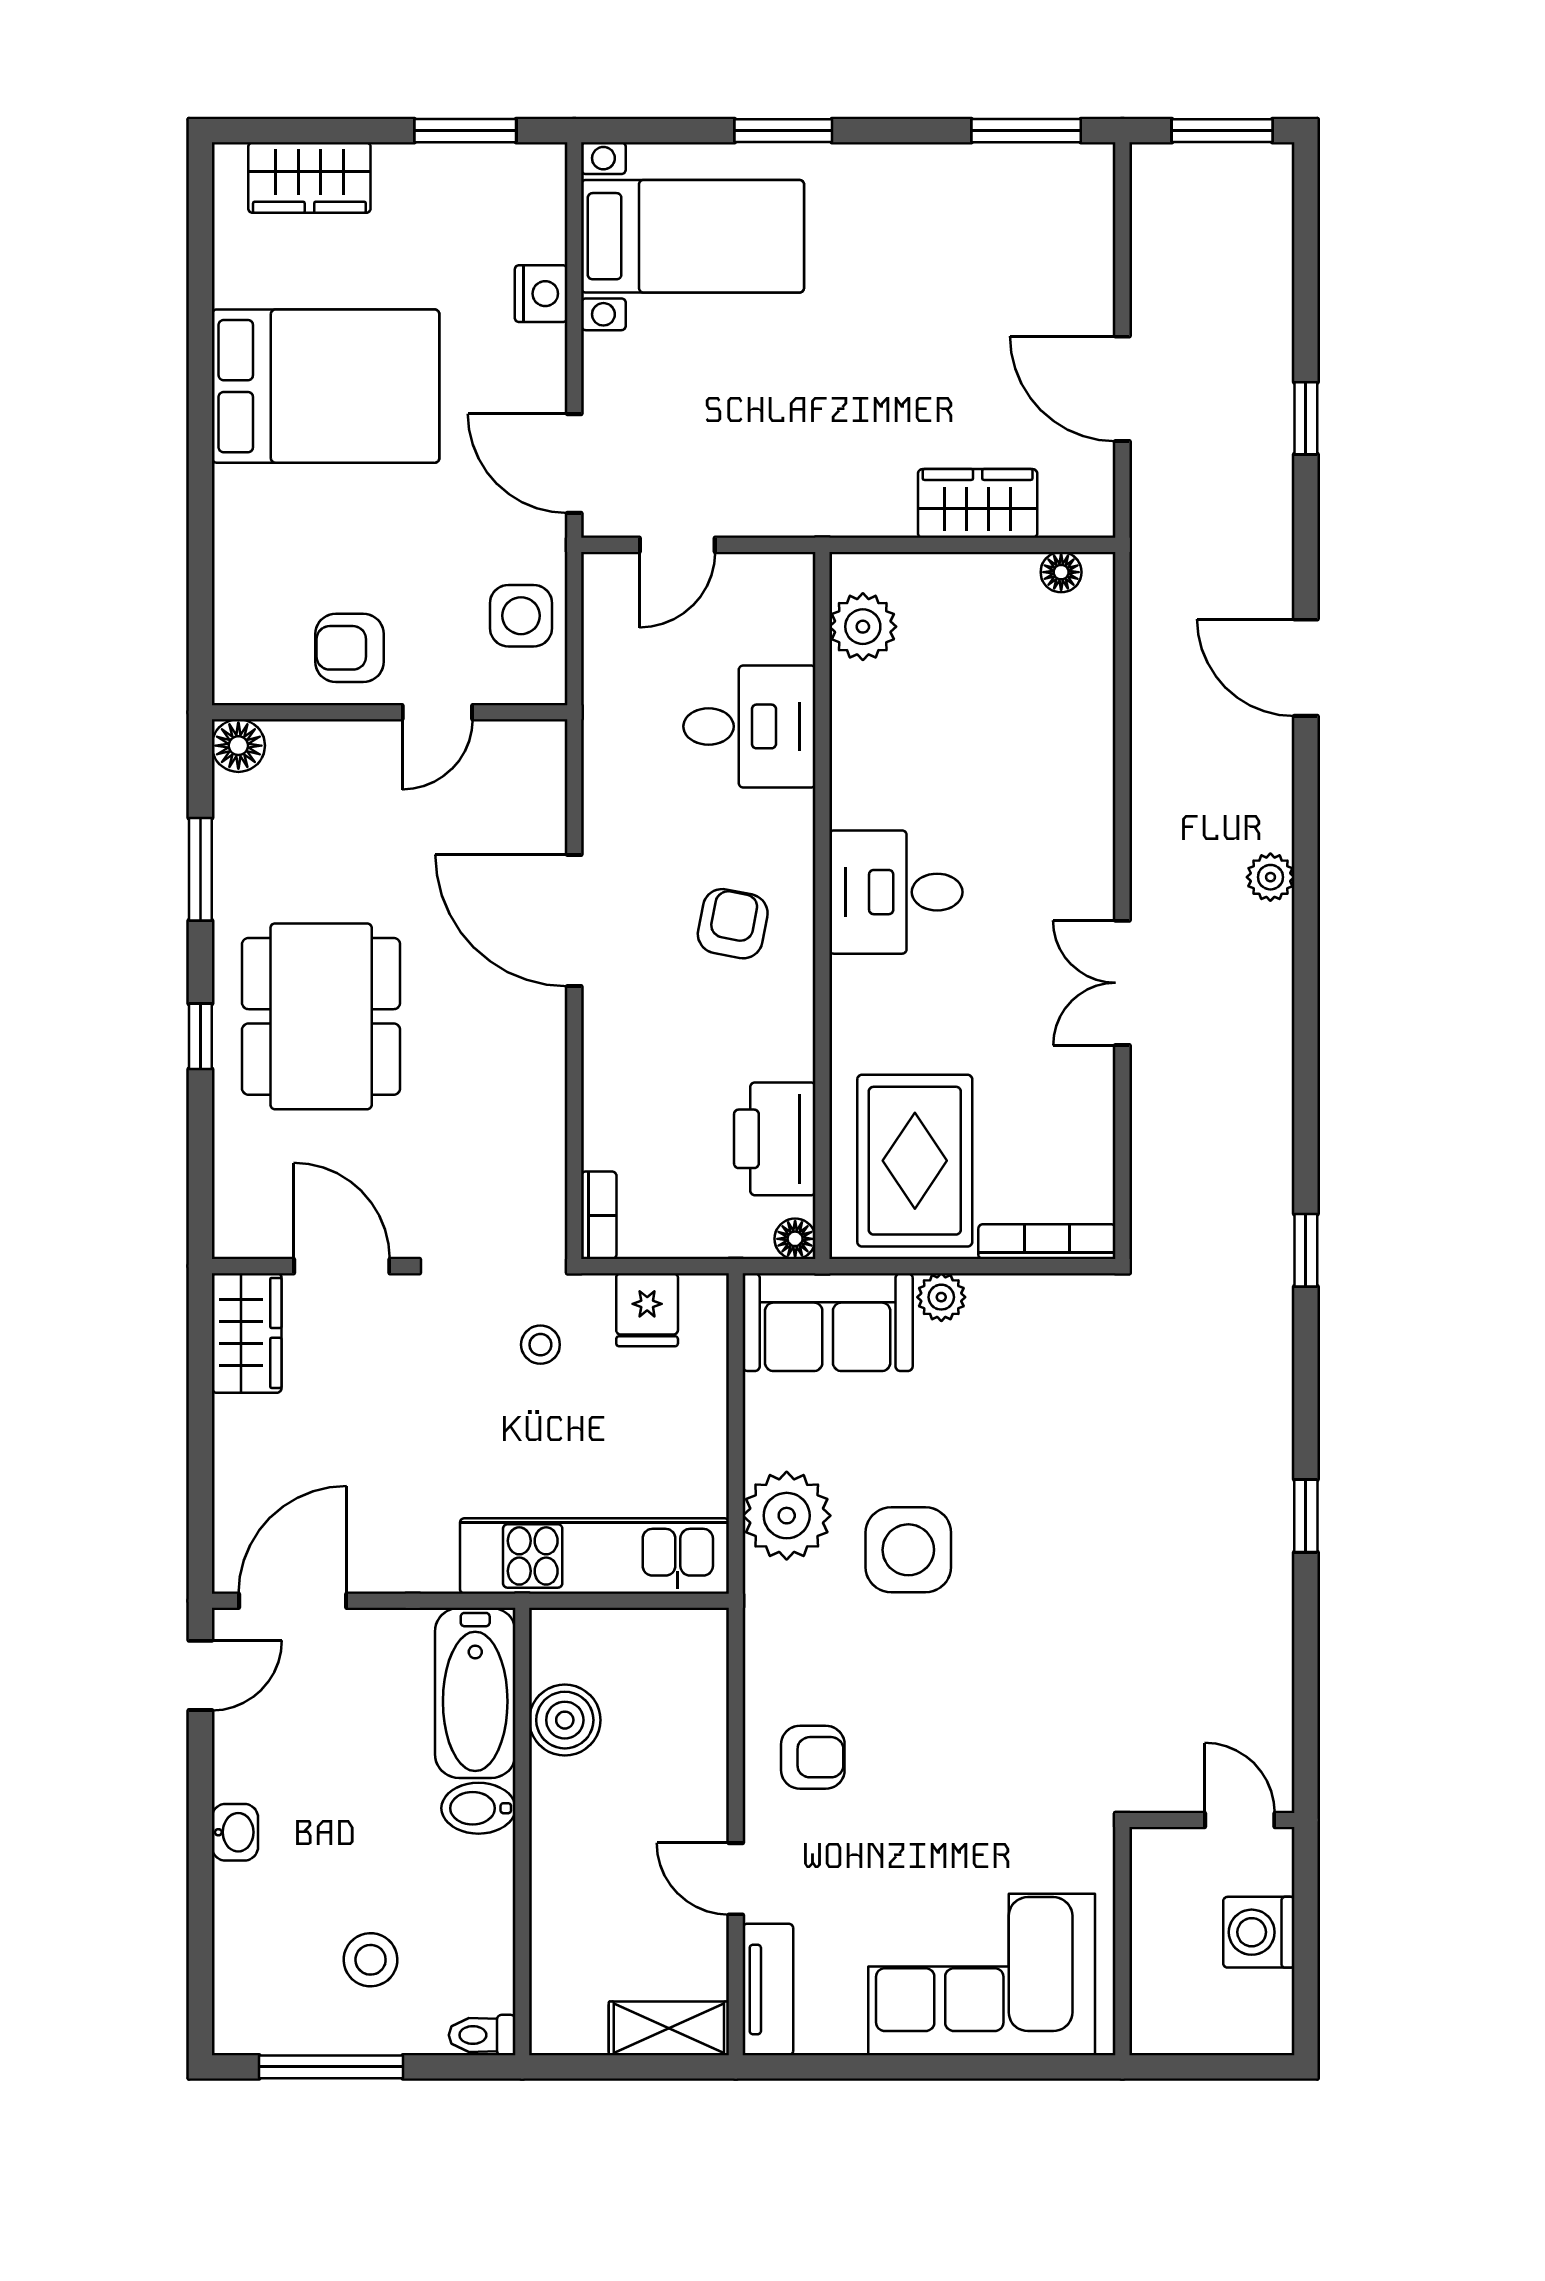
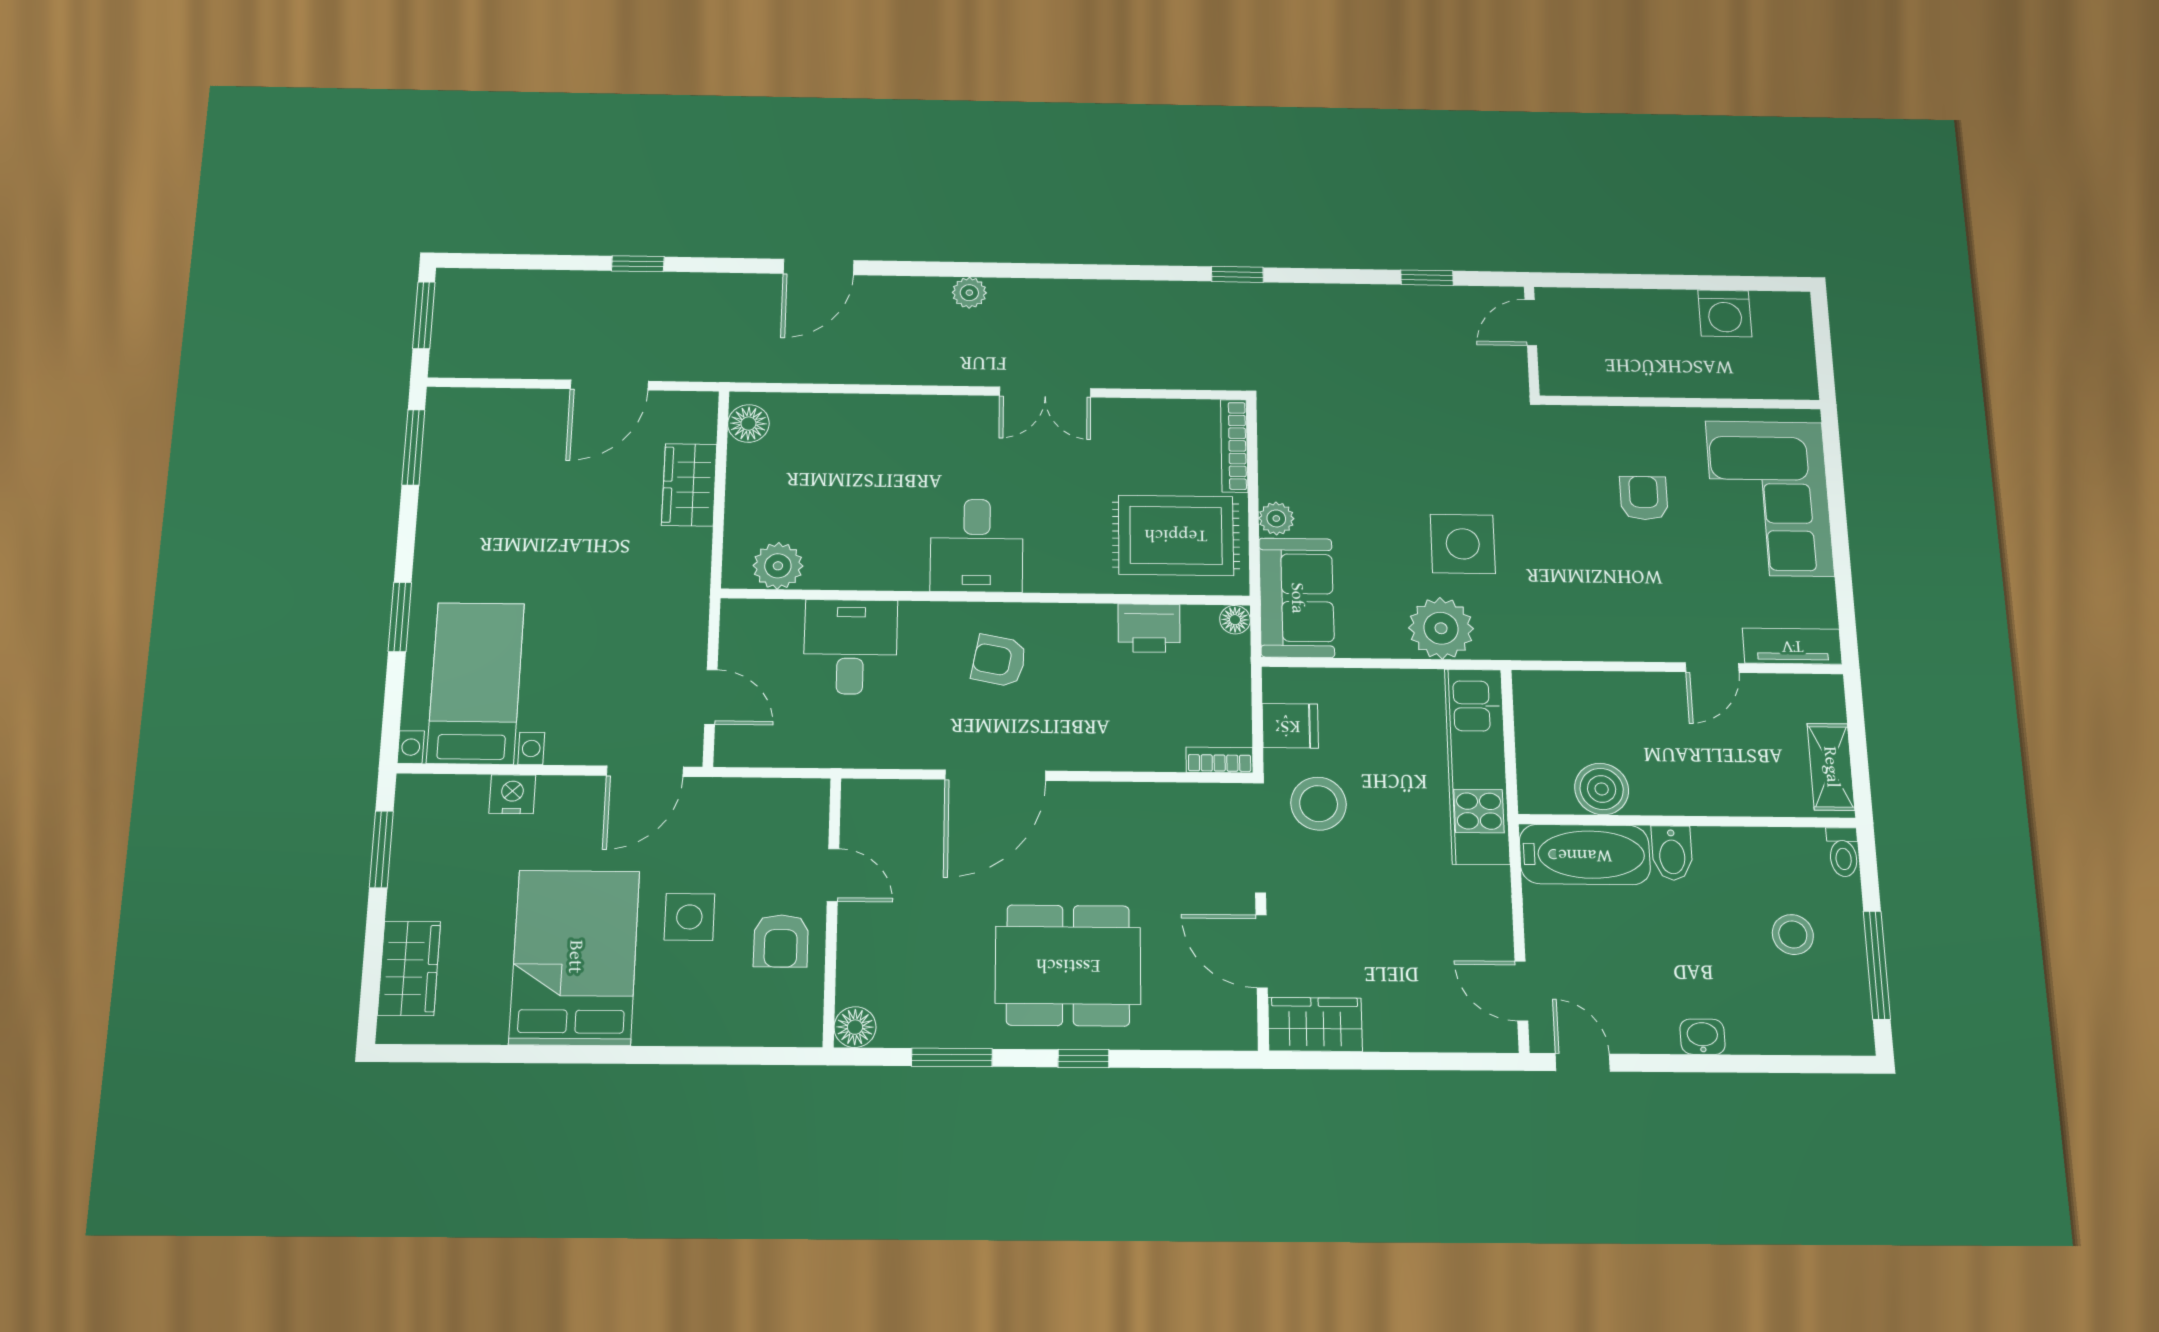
floor lamp: (1061, 572) -> (748, 424), width x1.37, depth x1.37
side table: (521, 616) -> (689, 917), moved
printer: (775, 1139) -> (1149, 628), width x0.73, depth x0.84
door: (342, 1266) -> (1262, 951), hinge flipped
stool: (540, 1345) -> (1319, 804), width x1.89, depth x1.89
door: (293, 1601) -> (1521, 991), width x0.73
armchair: (813, 1757) -> (1644, 498), moved
wall: (1212, 1820) -> (1532, 341), moved
door: (1240, 1820) -> (1531, 323), moved
shelving: (669, 2028) -> (1831, 767), moved

